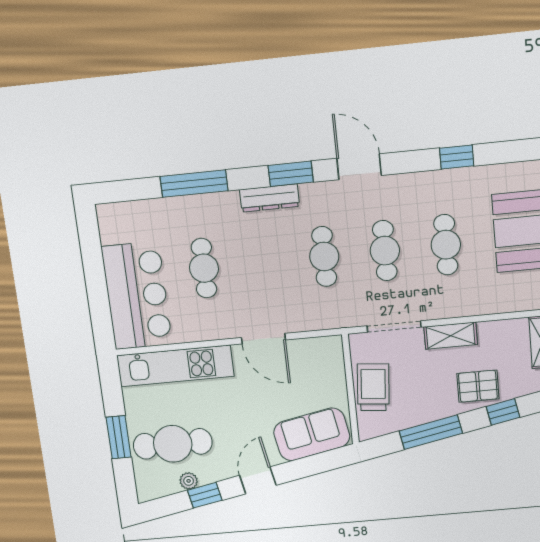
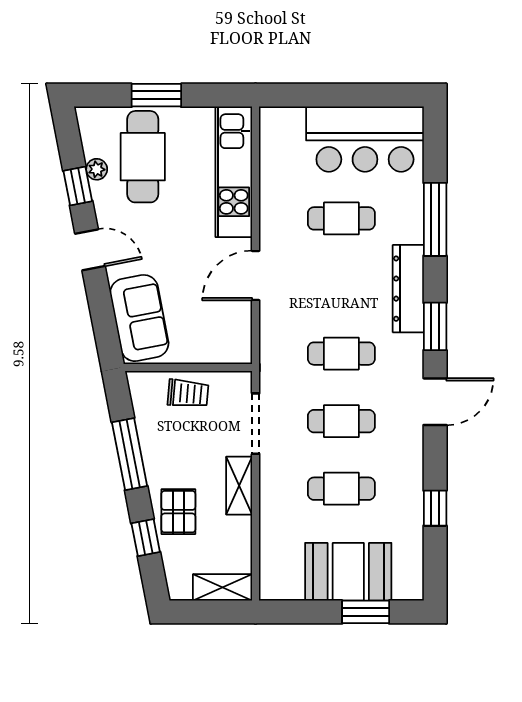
dresser: (269, 198) -> (408, 289), width x1.37, depth x1.24
bar counter: (137, 296) -> (365, 139), moved
trolley: (373, 387) -> (188, 394), width x0.73, depth x0.72

